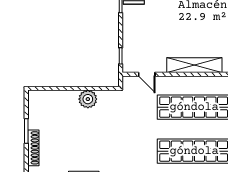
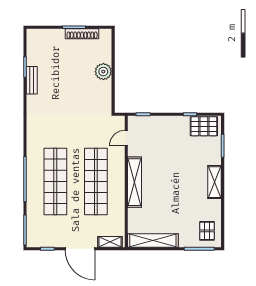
plant: (88, 99) -> (103, 72), moved
shoe rack: (33, 148) -> (82, 34), moved

